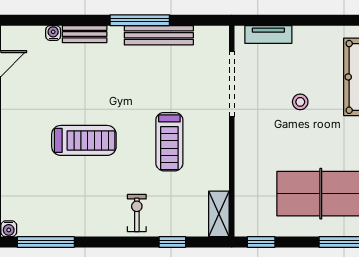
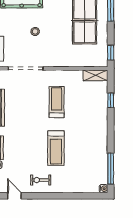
treadmill: (84, 140) -> (56, 148), turned 180
treadmill: (169, 142) -> (57, 102), turned -90
exercise bike: (137, 213) -> (41, 180), moved

